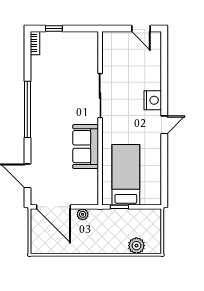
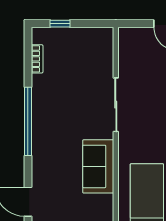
bookcase: (35, 43) -> (37, 59), moved

